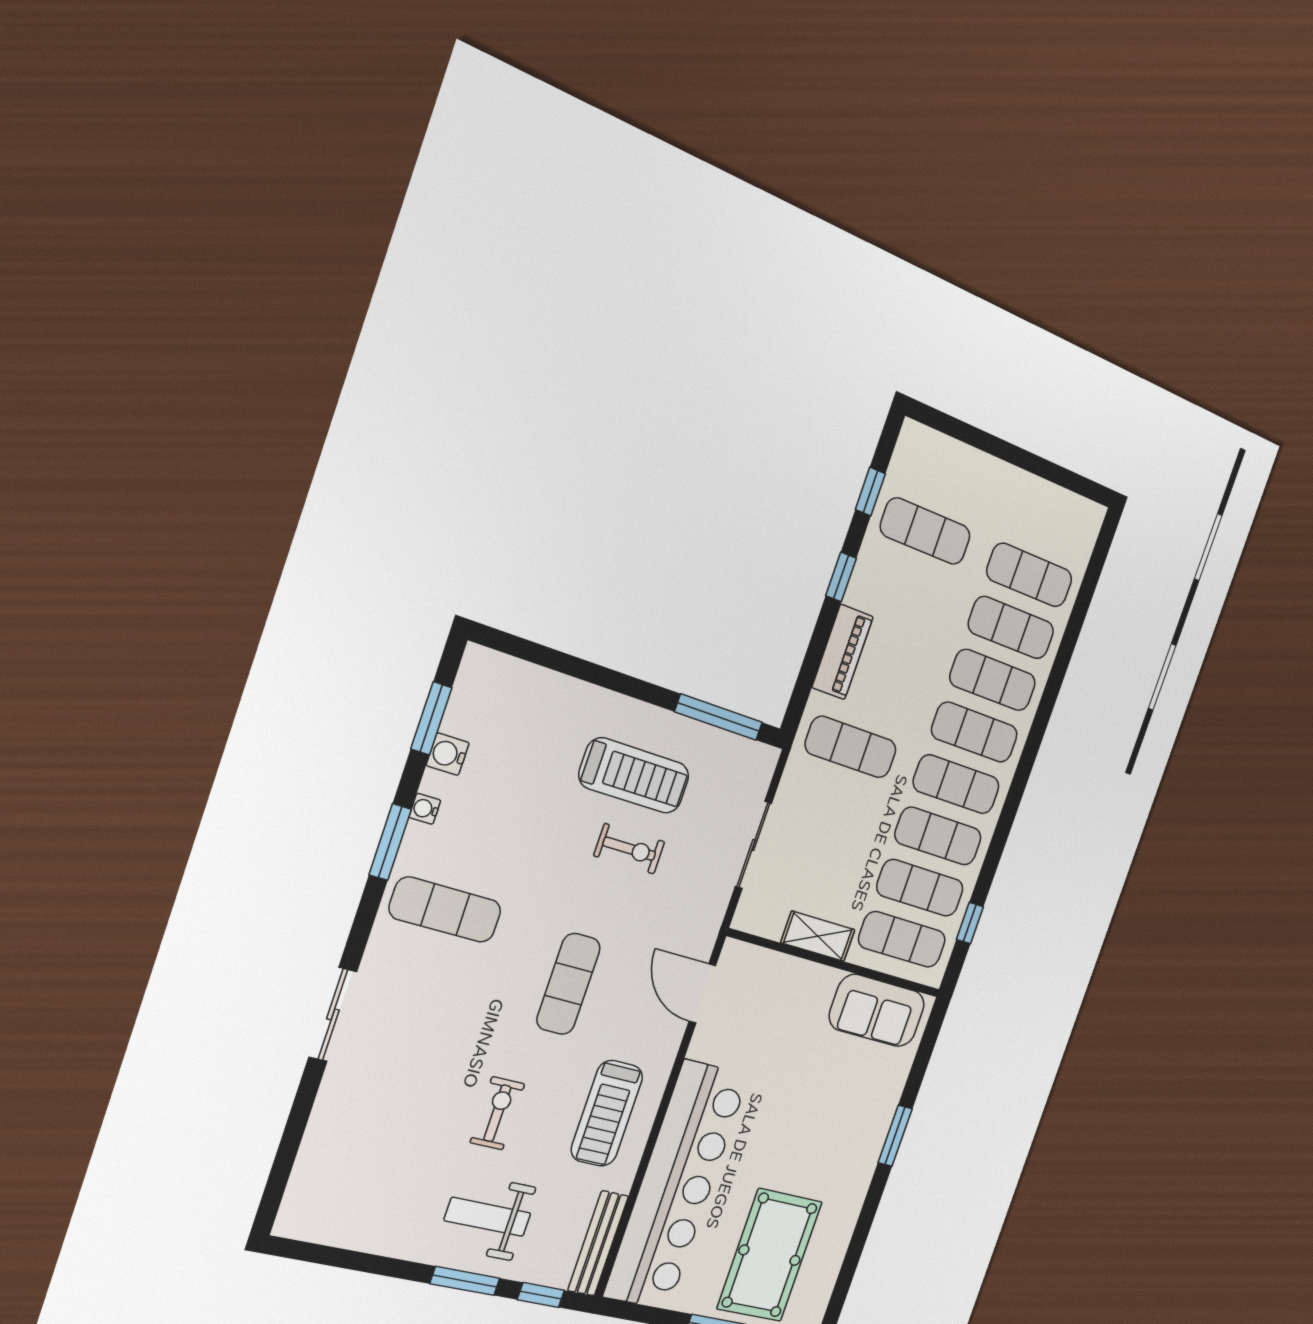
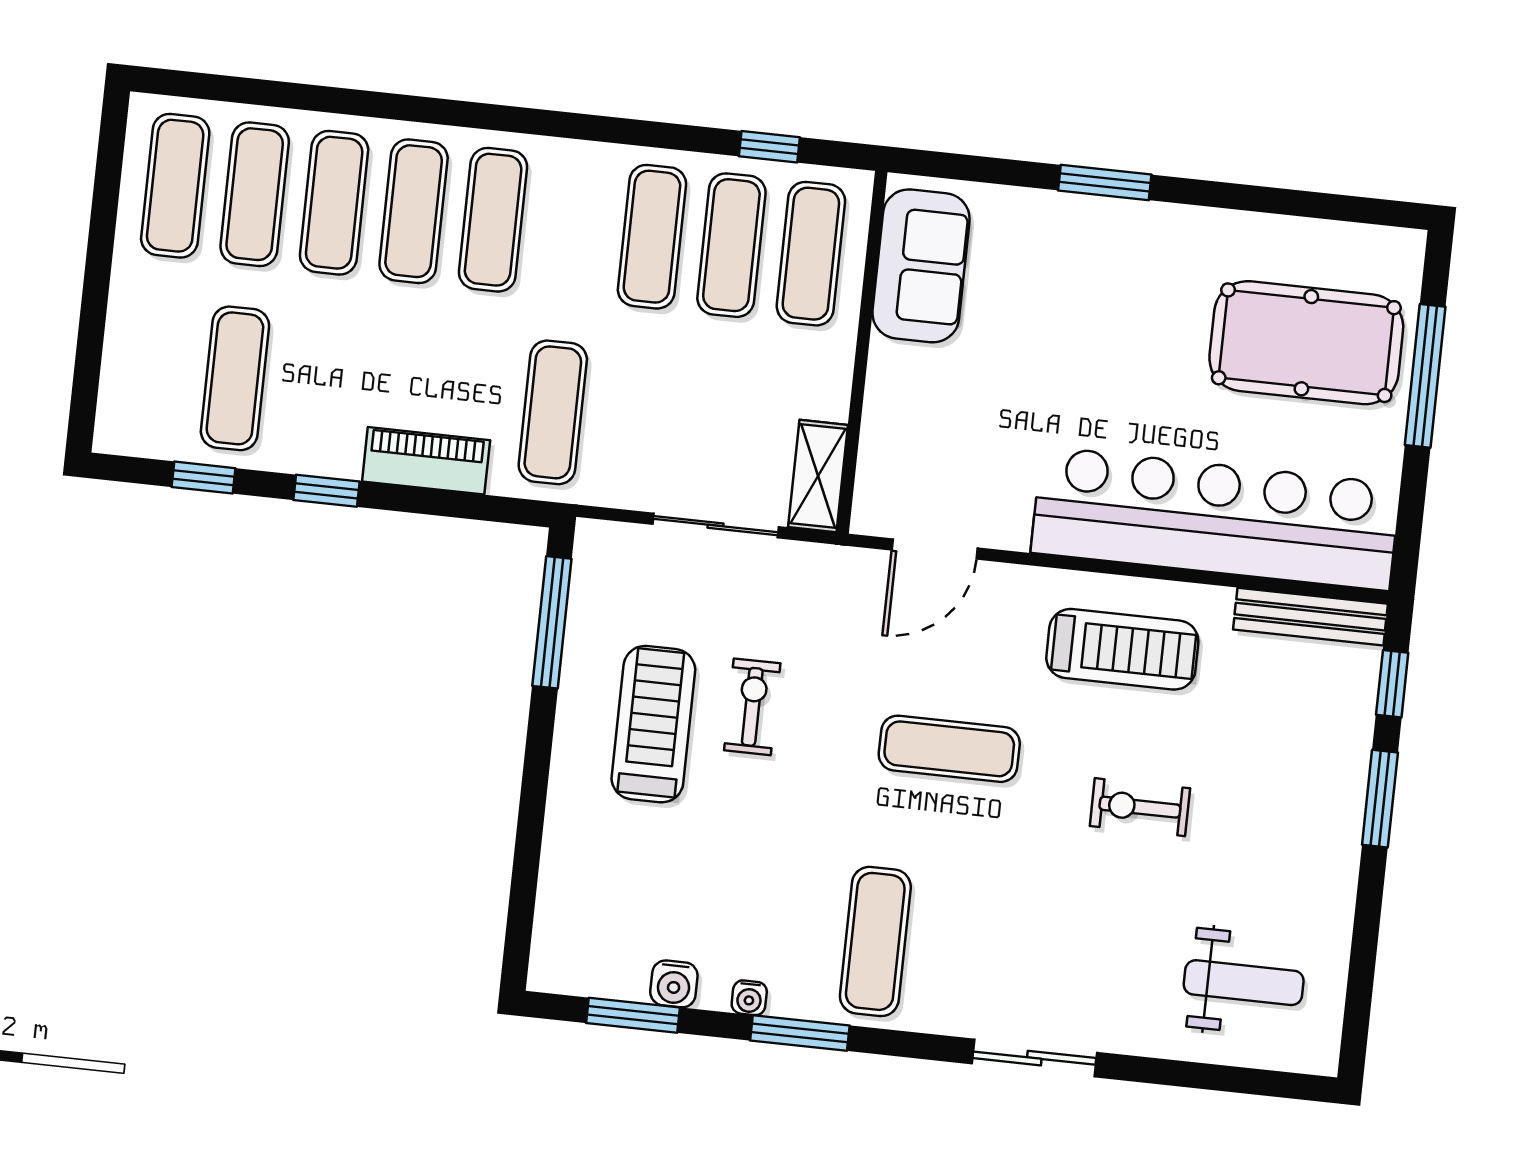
exercise mat: (956, 784) -> (175, 186), moved
shelving: (818, 936) -> (818, 476), moved
weight bench: (488, 1217) -> (1244, 983), moved, turned -90

